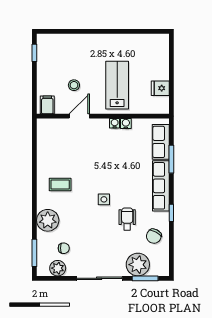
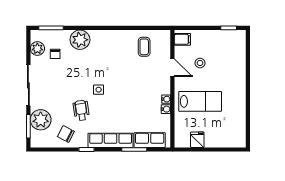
coffee table: (60, 184) -> (144, 47), moved
wheelchair: (127, 219) -> (81, 110), turned -98

